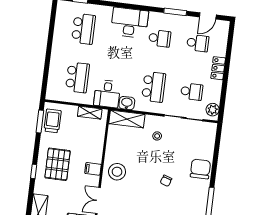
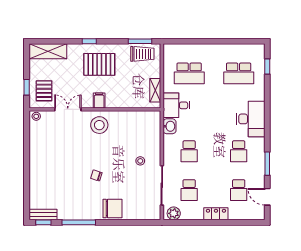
school desk: (154, 87) -> (189, 151), width x0.54
shelving: (127, 119) -> (154, 128), removed

